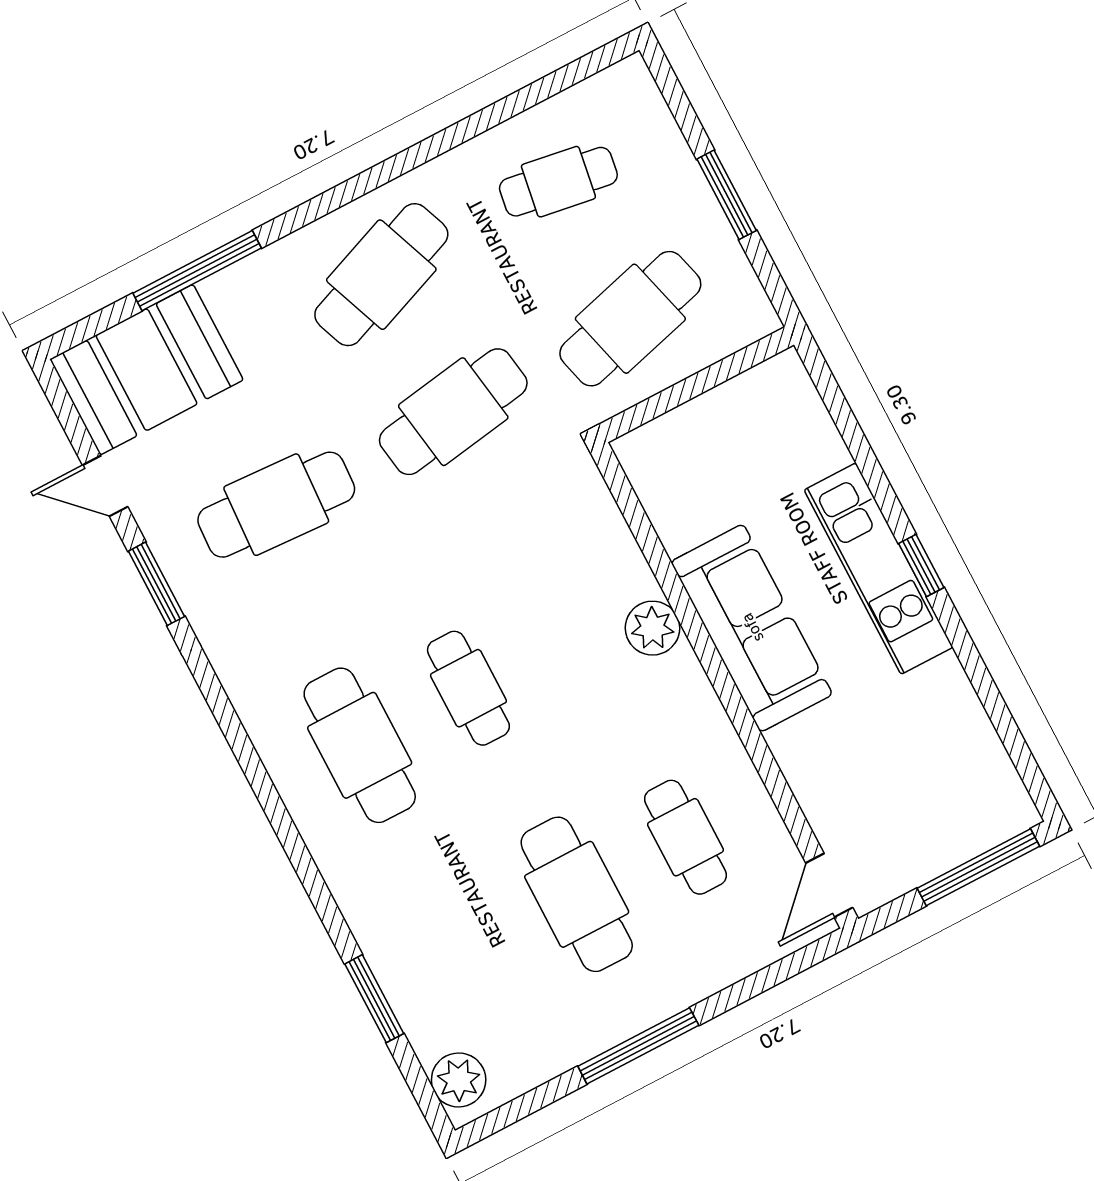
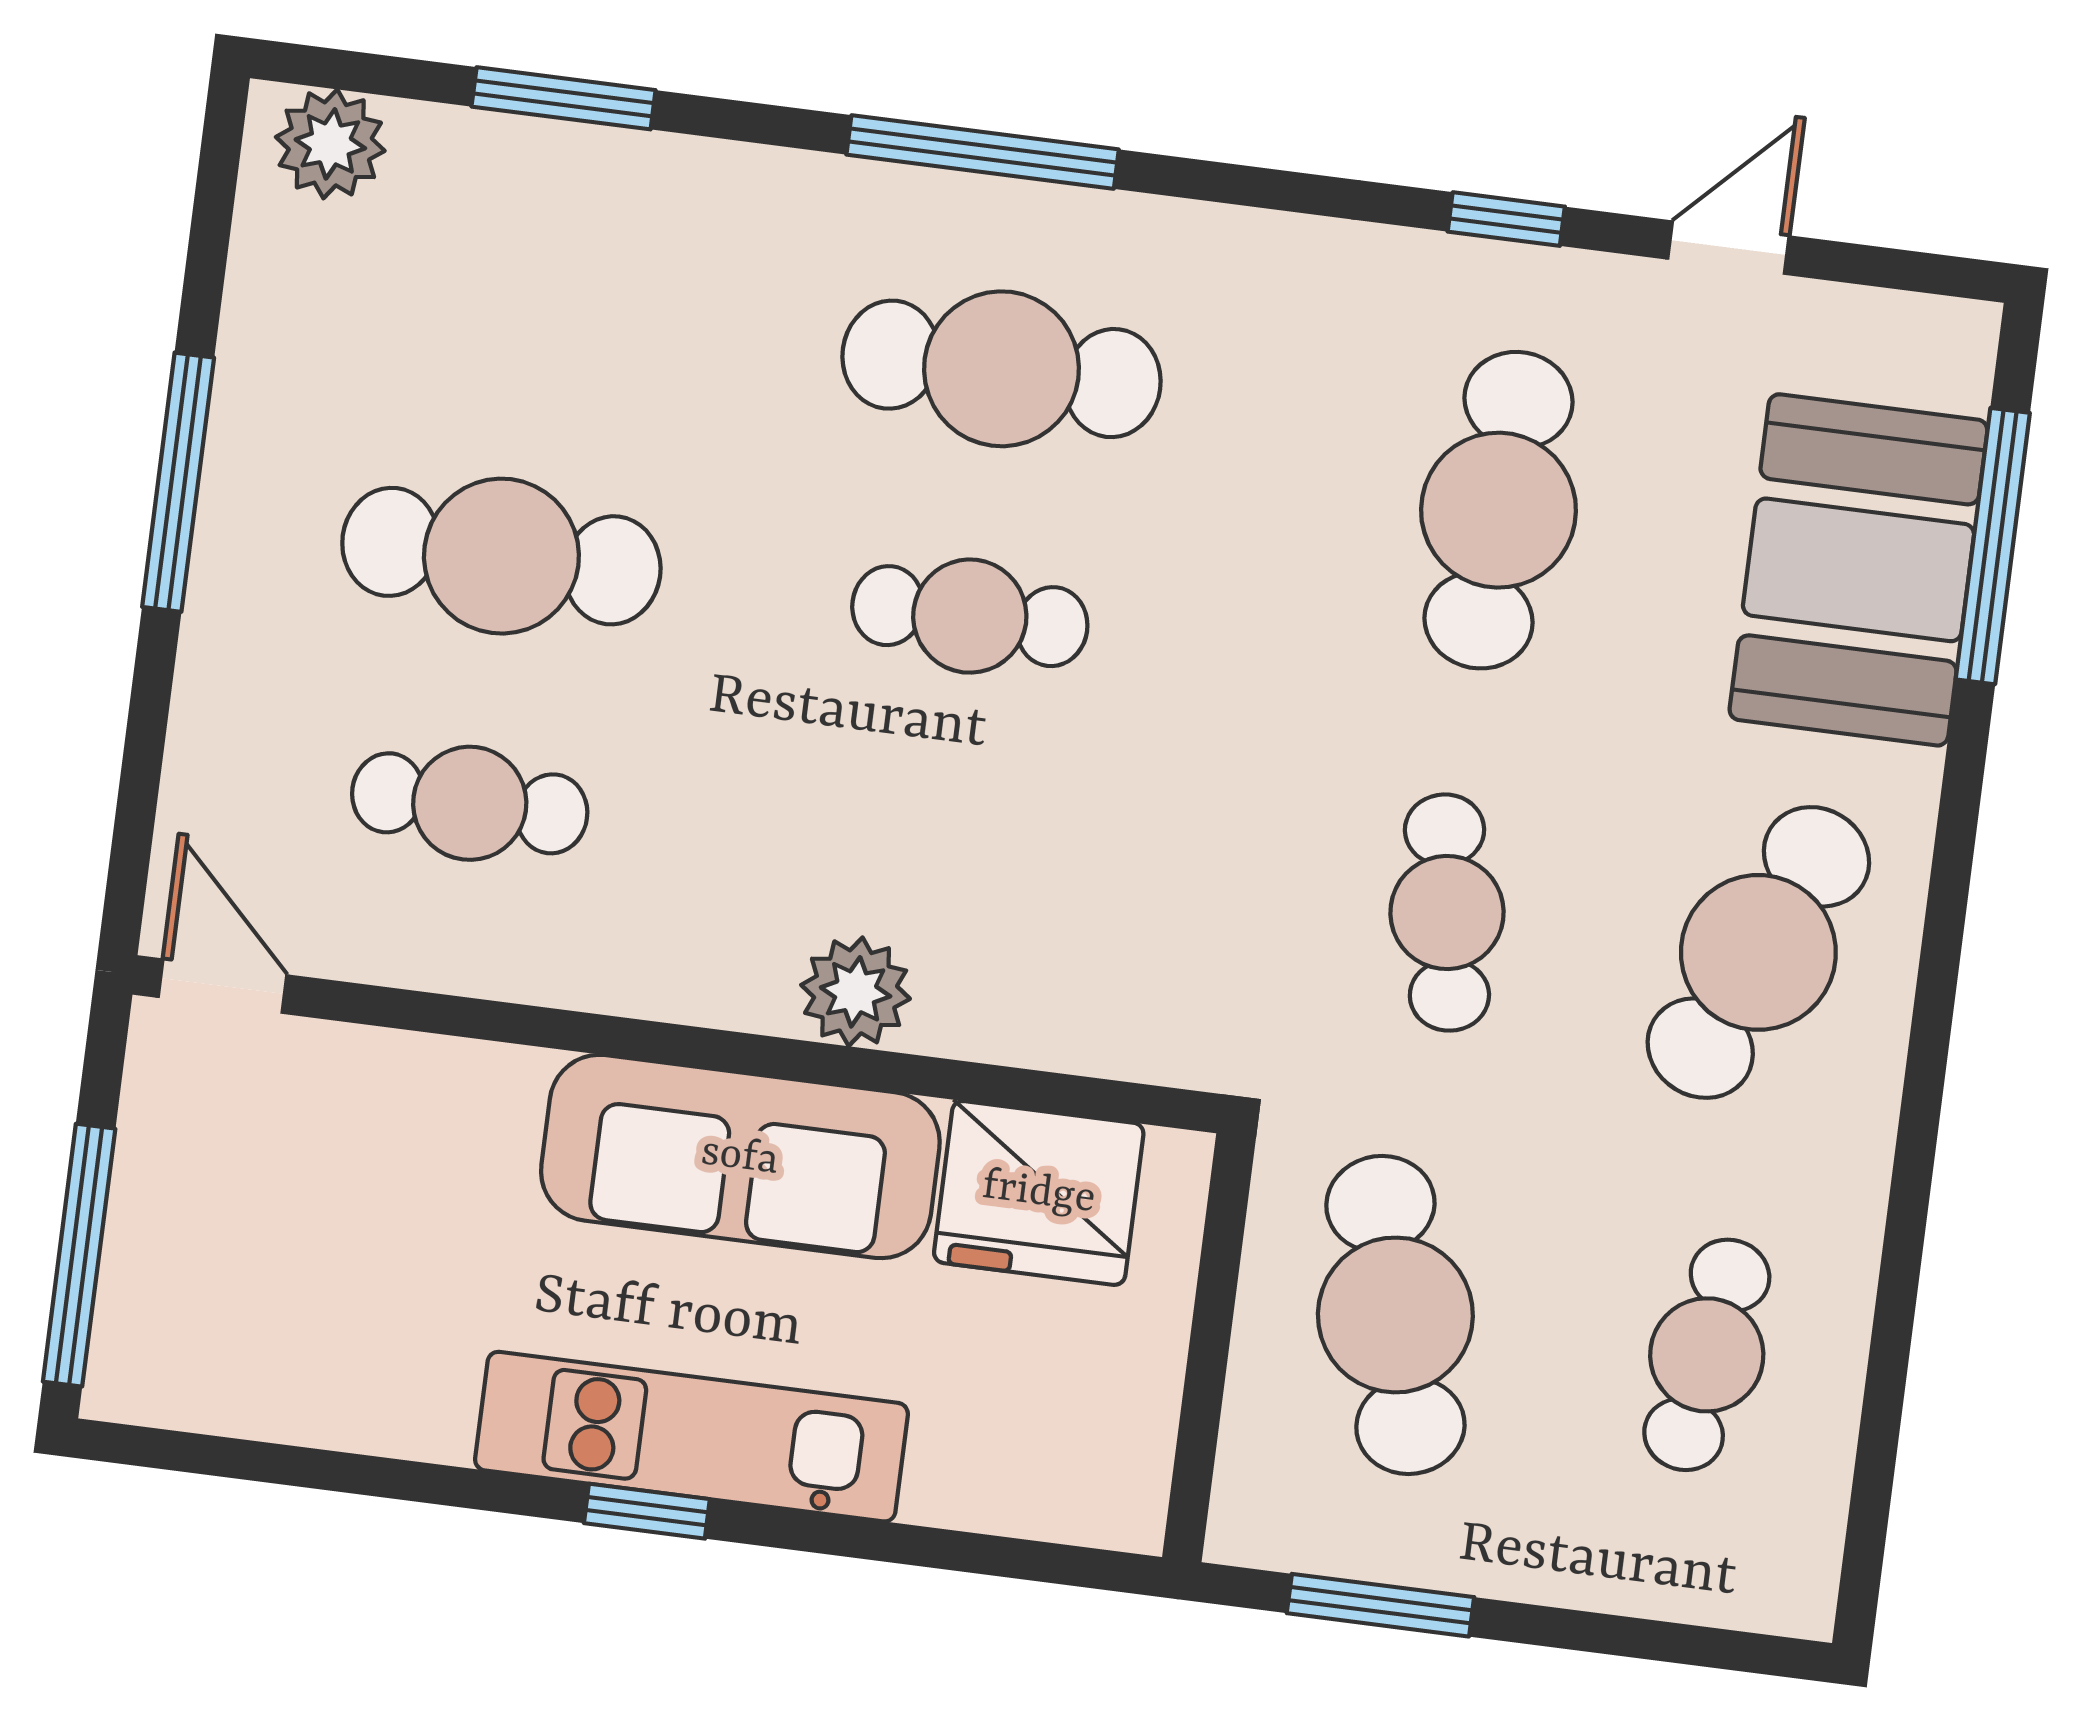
window: (727, 195) -> (1380, 1605), moved
window: (197, 271) -> (1993, 546), moved
cafe table: (381, 275) -> (1758, 952), turned 45
booth: (147, 370) -> (1858, 570), moved
cafe table: (453, 412) -> (1447, 913), width x0.73, depth x0.74
fridge: (682, 497) -> (1039, 1193), added
window: (156, 584) -> (1506, 219), width x0.67
window: (277, 814) -> (983, 152), added

